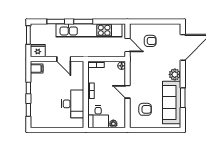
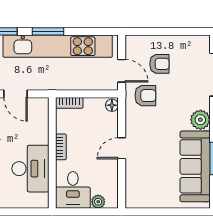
door: (127, 92) -> (122, 148), hinge flipped
armchair: (145, 109) -> (145, 96), moved

